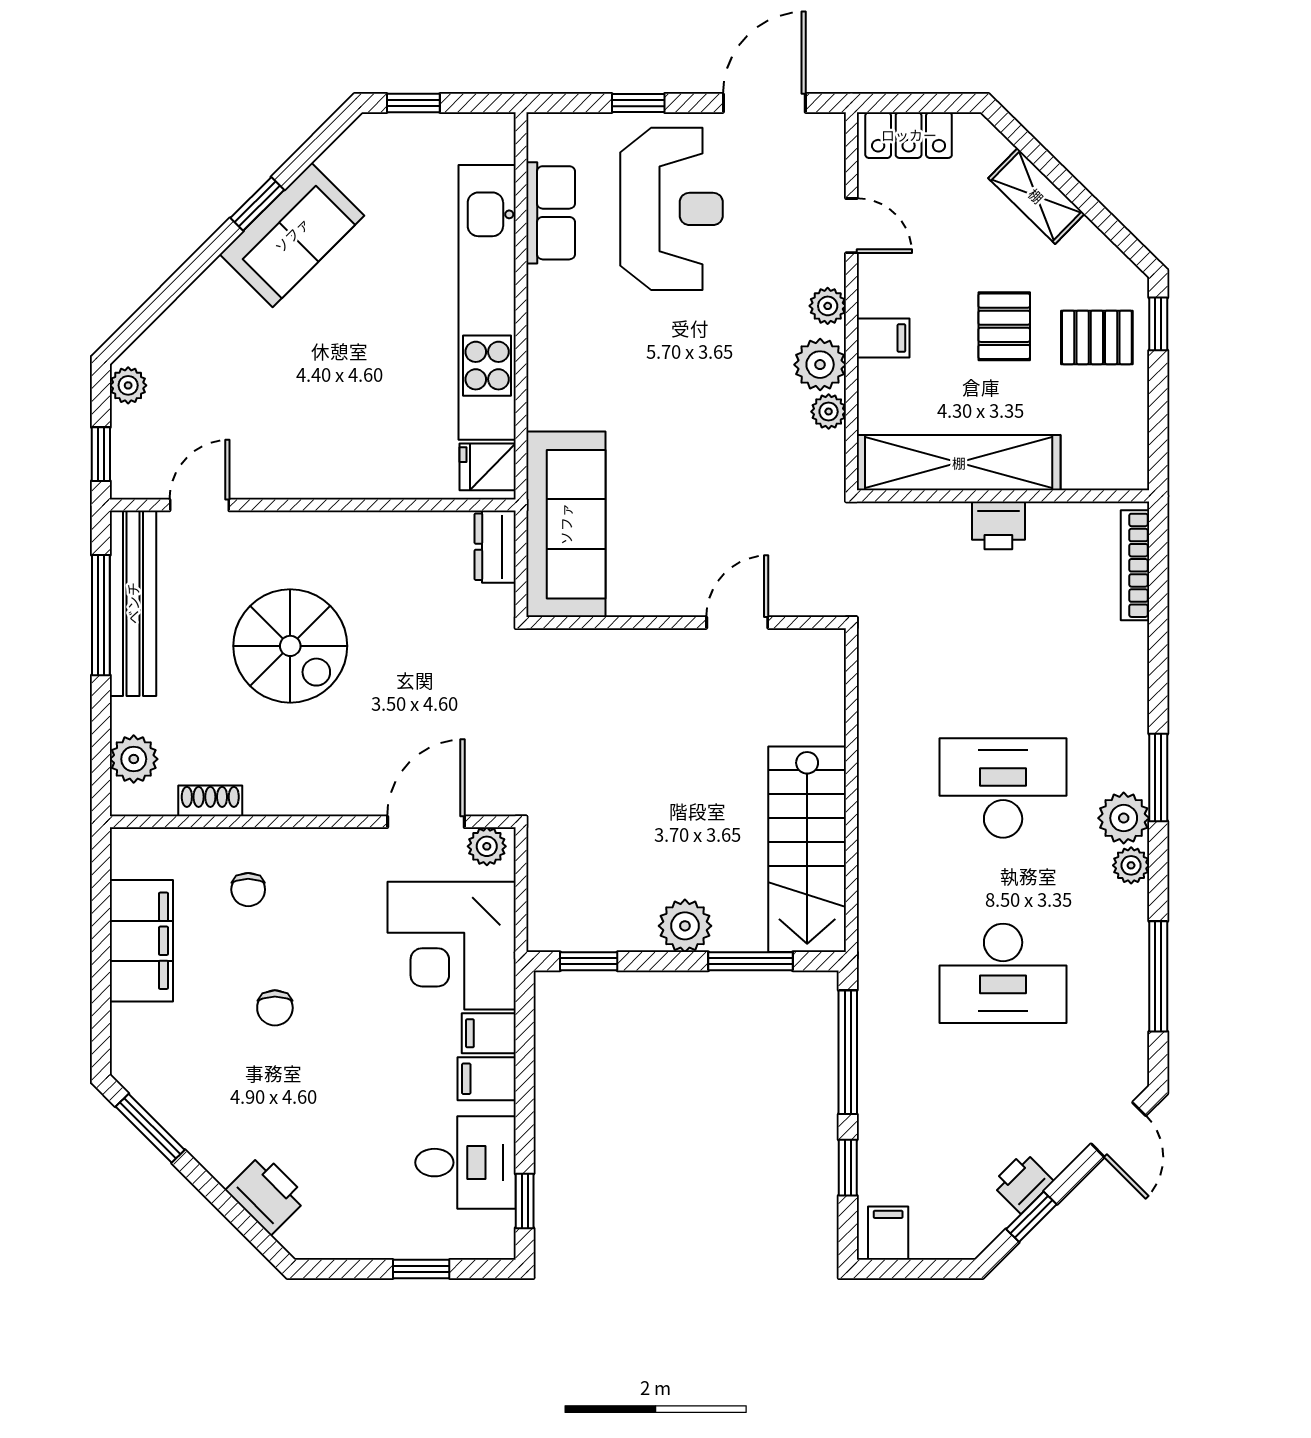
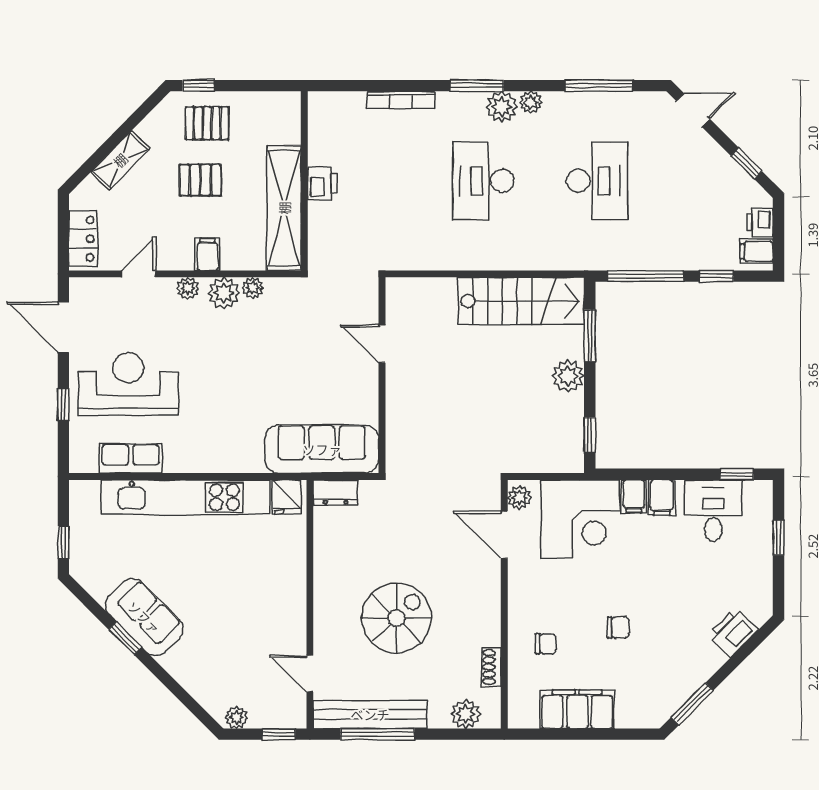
pallet: (1097, 337) -> (207, 123), turned 90
bookcase: (1135, 565) -> (401, 100), moved
printer: (1023, 1183) -> (760, 222), moved, turned 45

